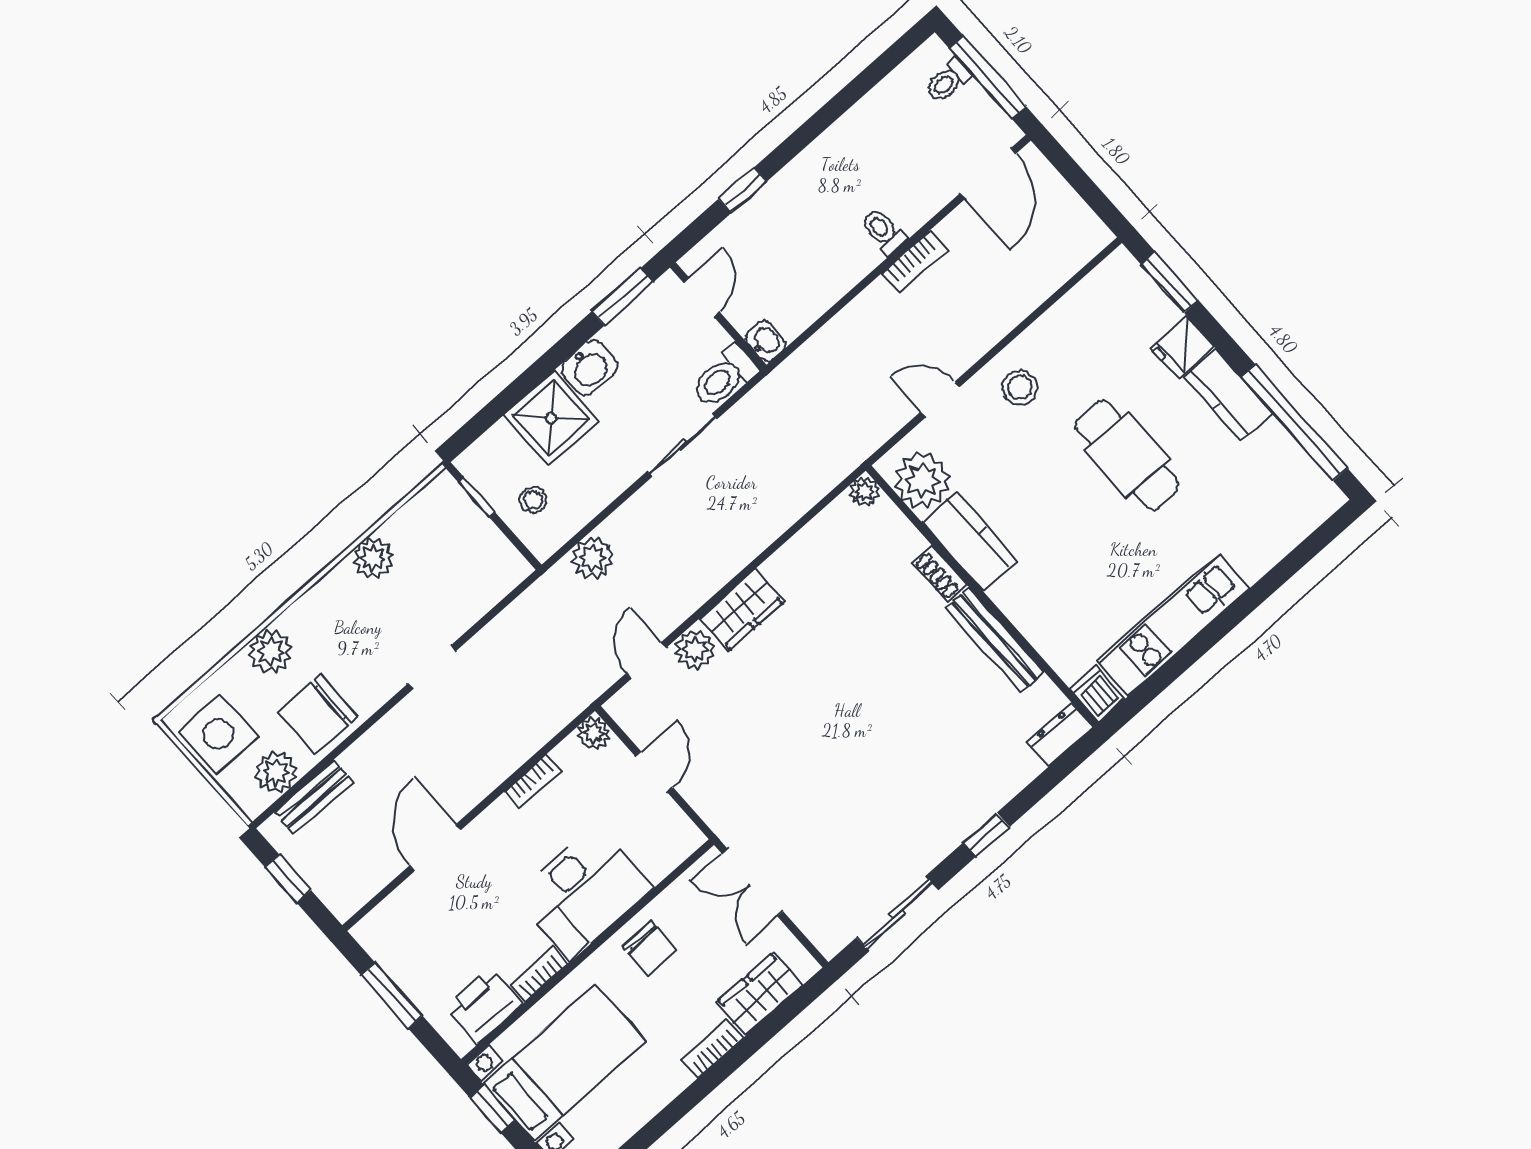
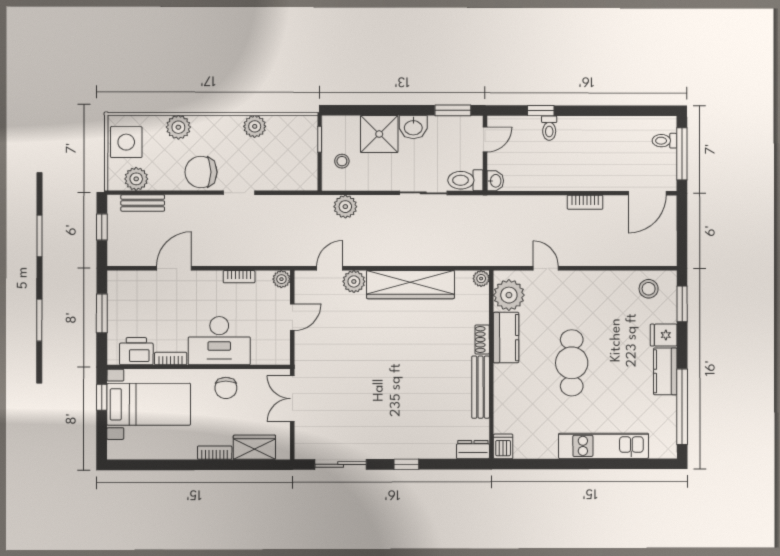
toilet: (883, 231) -> (549, 128), moved, turned 180
stool: (1020, 387) -> (649, 289), moved
cafe table: (1127, 455) -> (572, 363), moved
wardrobe: (742, 610) -> (410, 285), width x2.10, depth x1.17
kitchen unit: (1173, 625) -> (604, 446), moved
chair: (318, 714) -> (201, 172), moved

